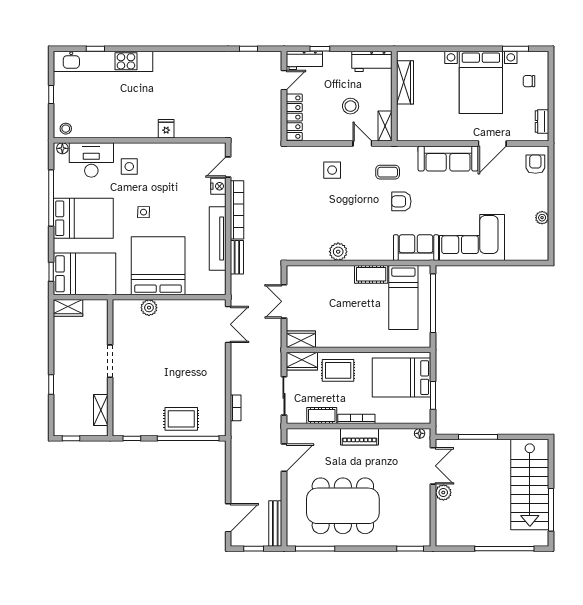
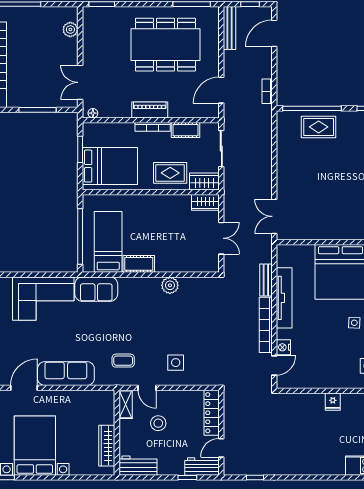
armchair: (401, 201) -> (110, 333), removed
plant: (149, 308) -> (349, 232), removed
bookcase: (236, 408) -> (267, 91), moved
plant: (443, 492) -> (70, 30), moved

